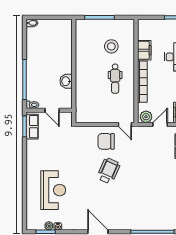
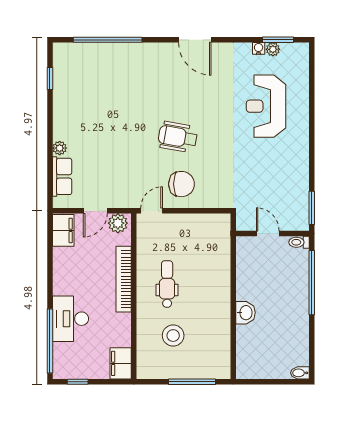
filing cabinet: (144, 50) -> (121, 363), moved
washbasin: (66, 81) -> (245, 313), moved
door: (125, 125) -> (152, 211), hinge flipped
row of seats: (32, 127) -> (299, 208), removed
wheelchair: (108, 171) -> (178, 137), turned 76

